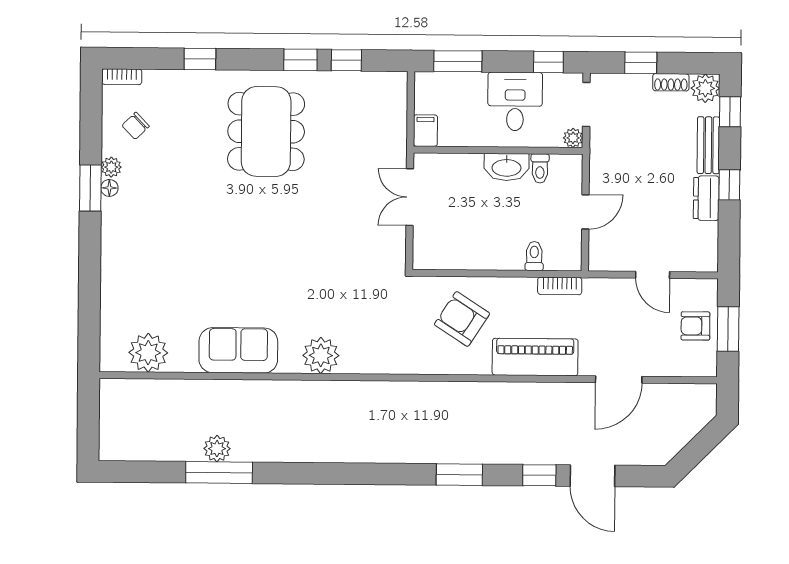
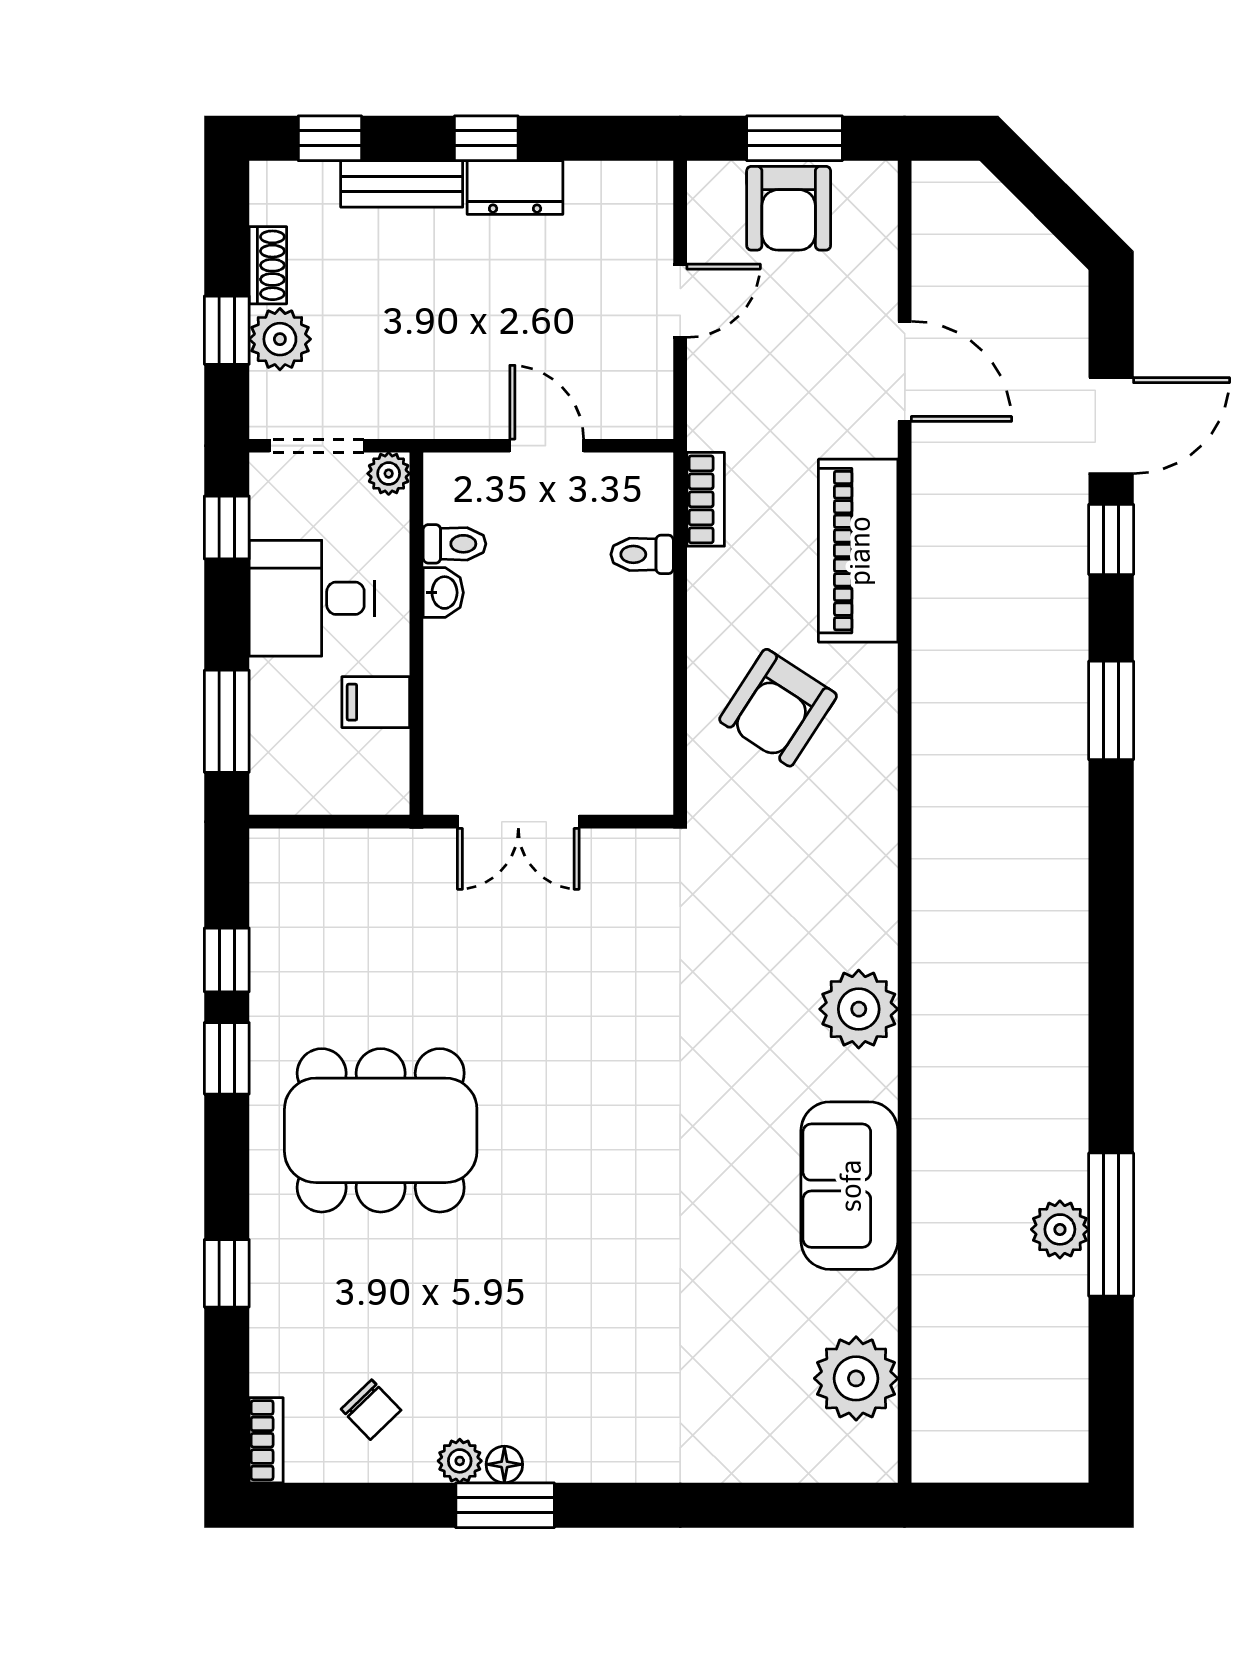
plant: (705, 88) -> (280, 339), moved
filing cabinet: (425, 131) -> (376, 702), moved
washbasin: (507, 167) -> (443, 593), width x0.52, depth x0.69
armchair: (695, 326) -> (789, 208), width x1.38, depth x1.38

